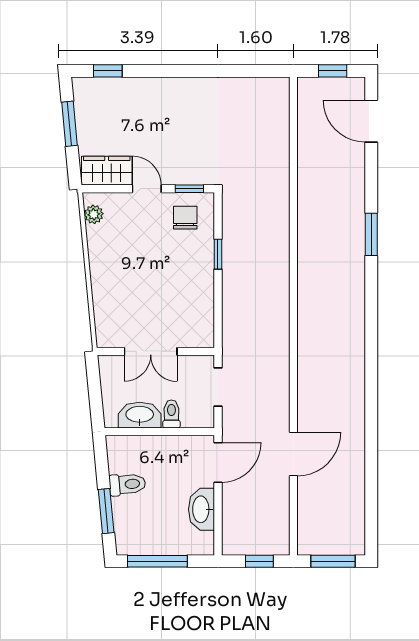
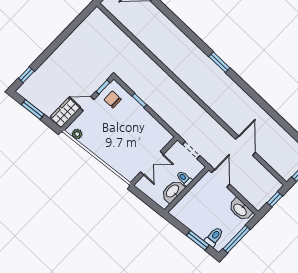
window: (371, 234) -> (219, 62), moved
toilet: (127, 484) -> (214, 237), moved
washbasin: (202, 509) -> (240, 210), moved

